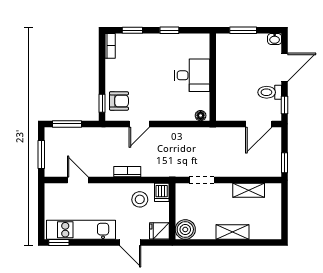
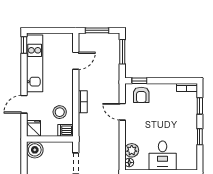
plant: (186, 113) -> (132, 150), added

